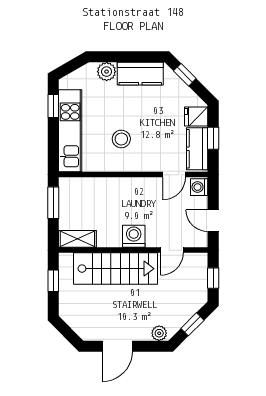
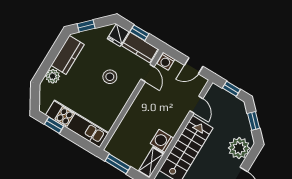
stool: (121, 139) -> (110, 77), moved
washing machine: (134, 236) -> (162, 141), moved
plant: (159, 333) -> (239, 148), width x1.87, depth x1.87

